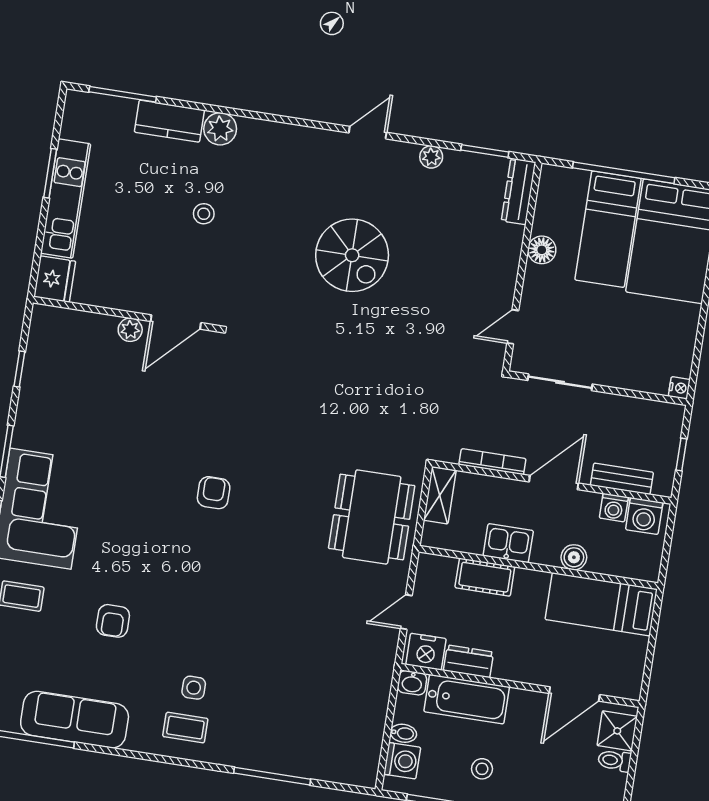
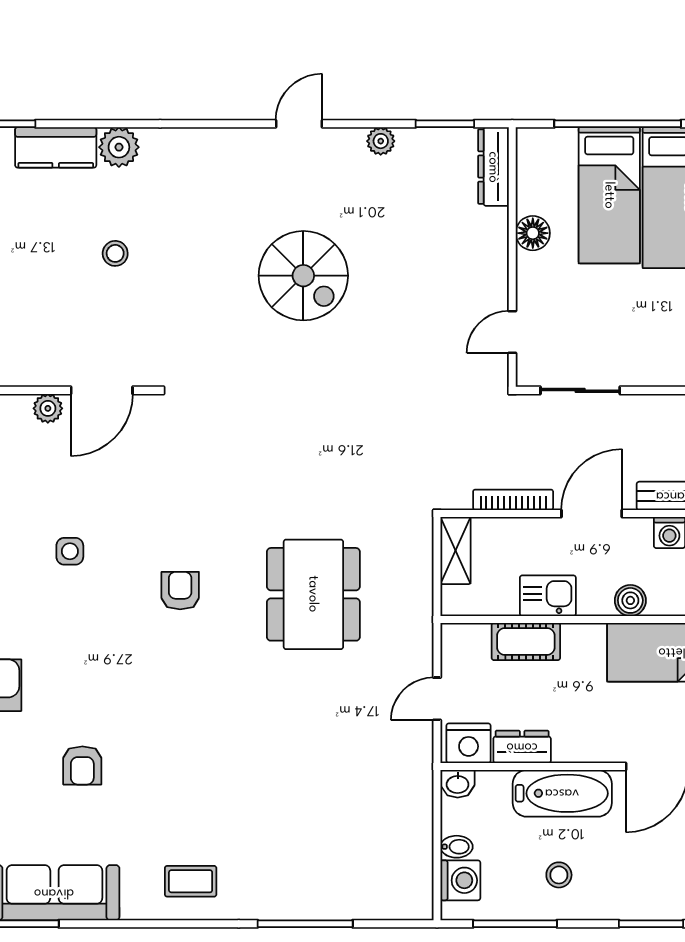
dining table: (372, 517) -> (313, 594), moved
side table: (194, 688) -> (70, 551), moved
bathtub: (467, 699) -> (562, 793), moved

